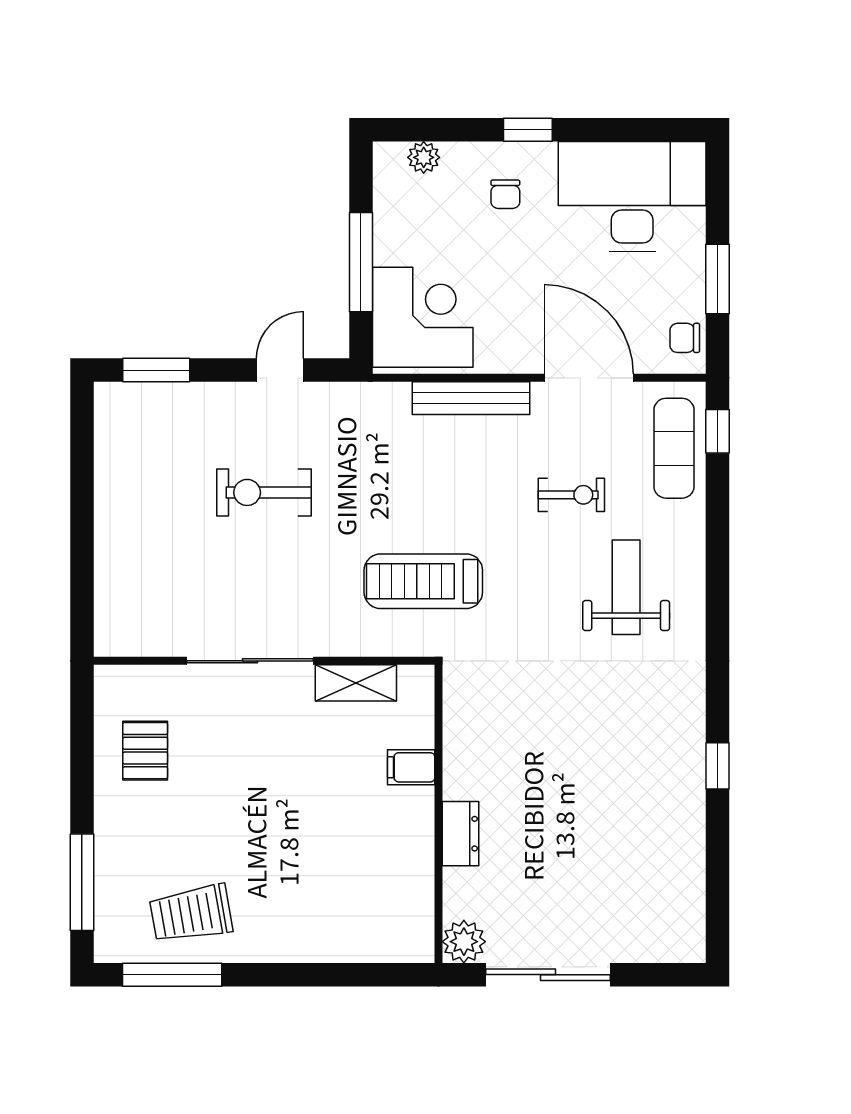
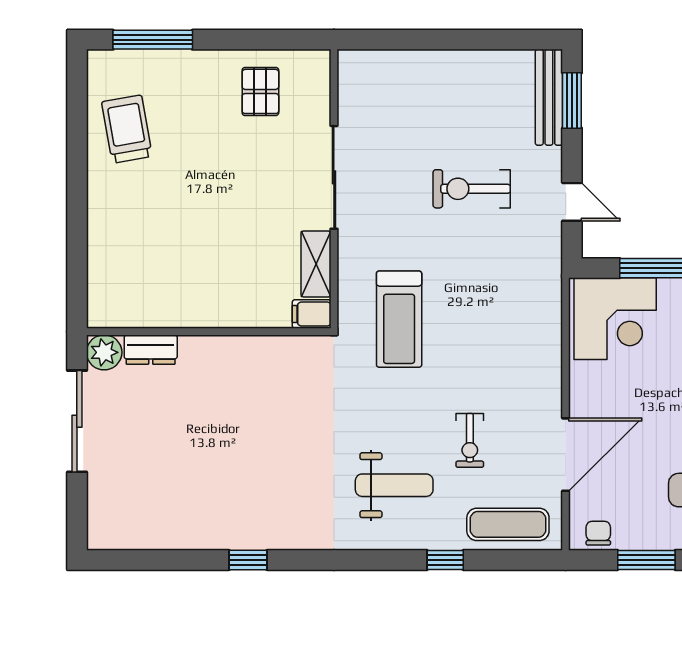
bench: (471, 398) -> (549, 97), moved
window: (718, 431) -> (445, 560), moved
exercise bike: (264, 492) -> (472, 189), turned -90
treadmill: (423, 581) -> (399, 319), turned 180
pallet: (145, 751) -> (260, 91), turned 90
filing cabinet: (411, 767) -> (312, 314), moved, turned -90
dresser: (460, 834) -> (151, 350), moved
window: (172, 975) -> (77, 113), removed

